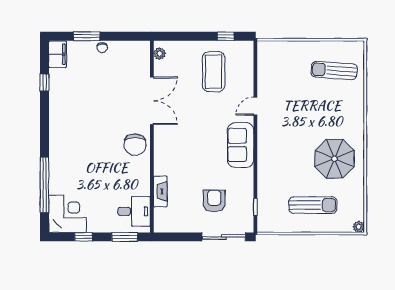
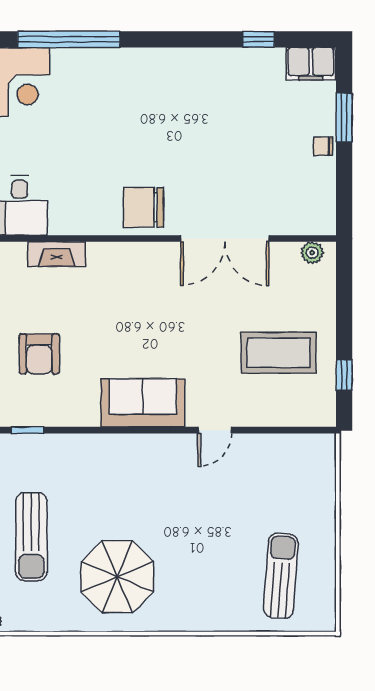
door: (255, 106) -> (215, 430), swing flipped
armchair: (214, 201) -> (39, 354), turned 90

